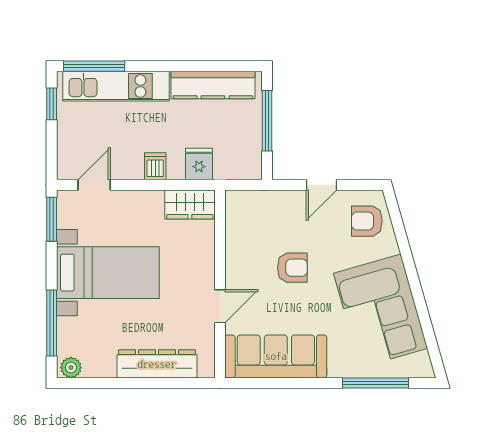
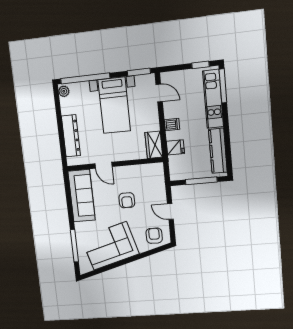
window: (52, 323) -> (85, 78), width x1.46

